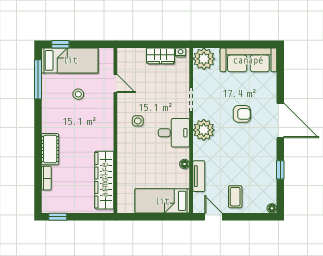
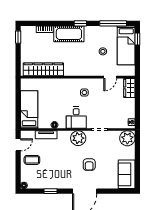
wardrobe: (161, 56) -> (129, 88), moved
sofa: (248, 60) -> (127, 174), width x0.73
window: (38, 127) -> (80, 23), added
cot: (50, 149) -> (69, 34), width x1.37, depth x1.34

